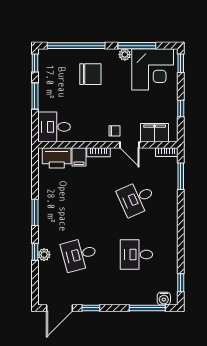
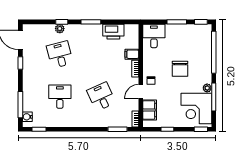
chair: (90, 74) -> (180, 69), moved
printer: (57, 158) -> (113, 32), moved, turned -90

